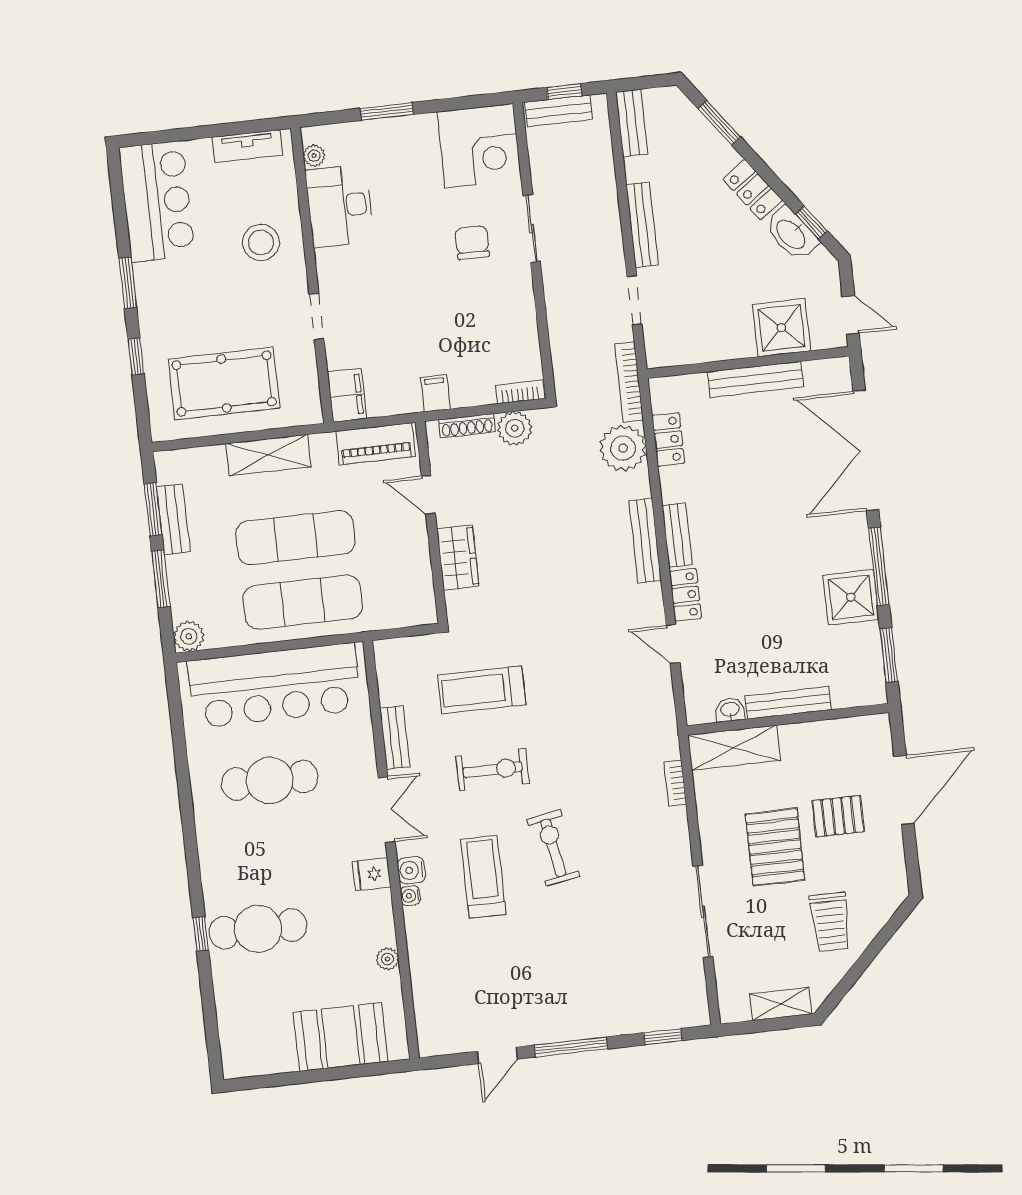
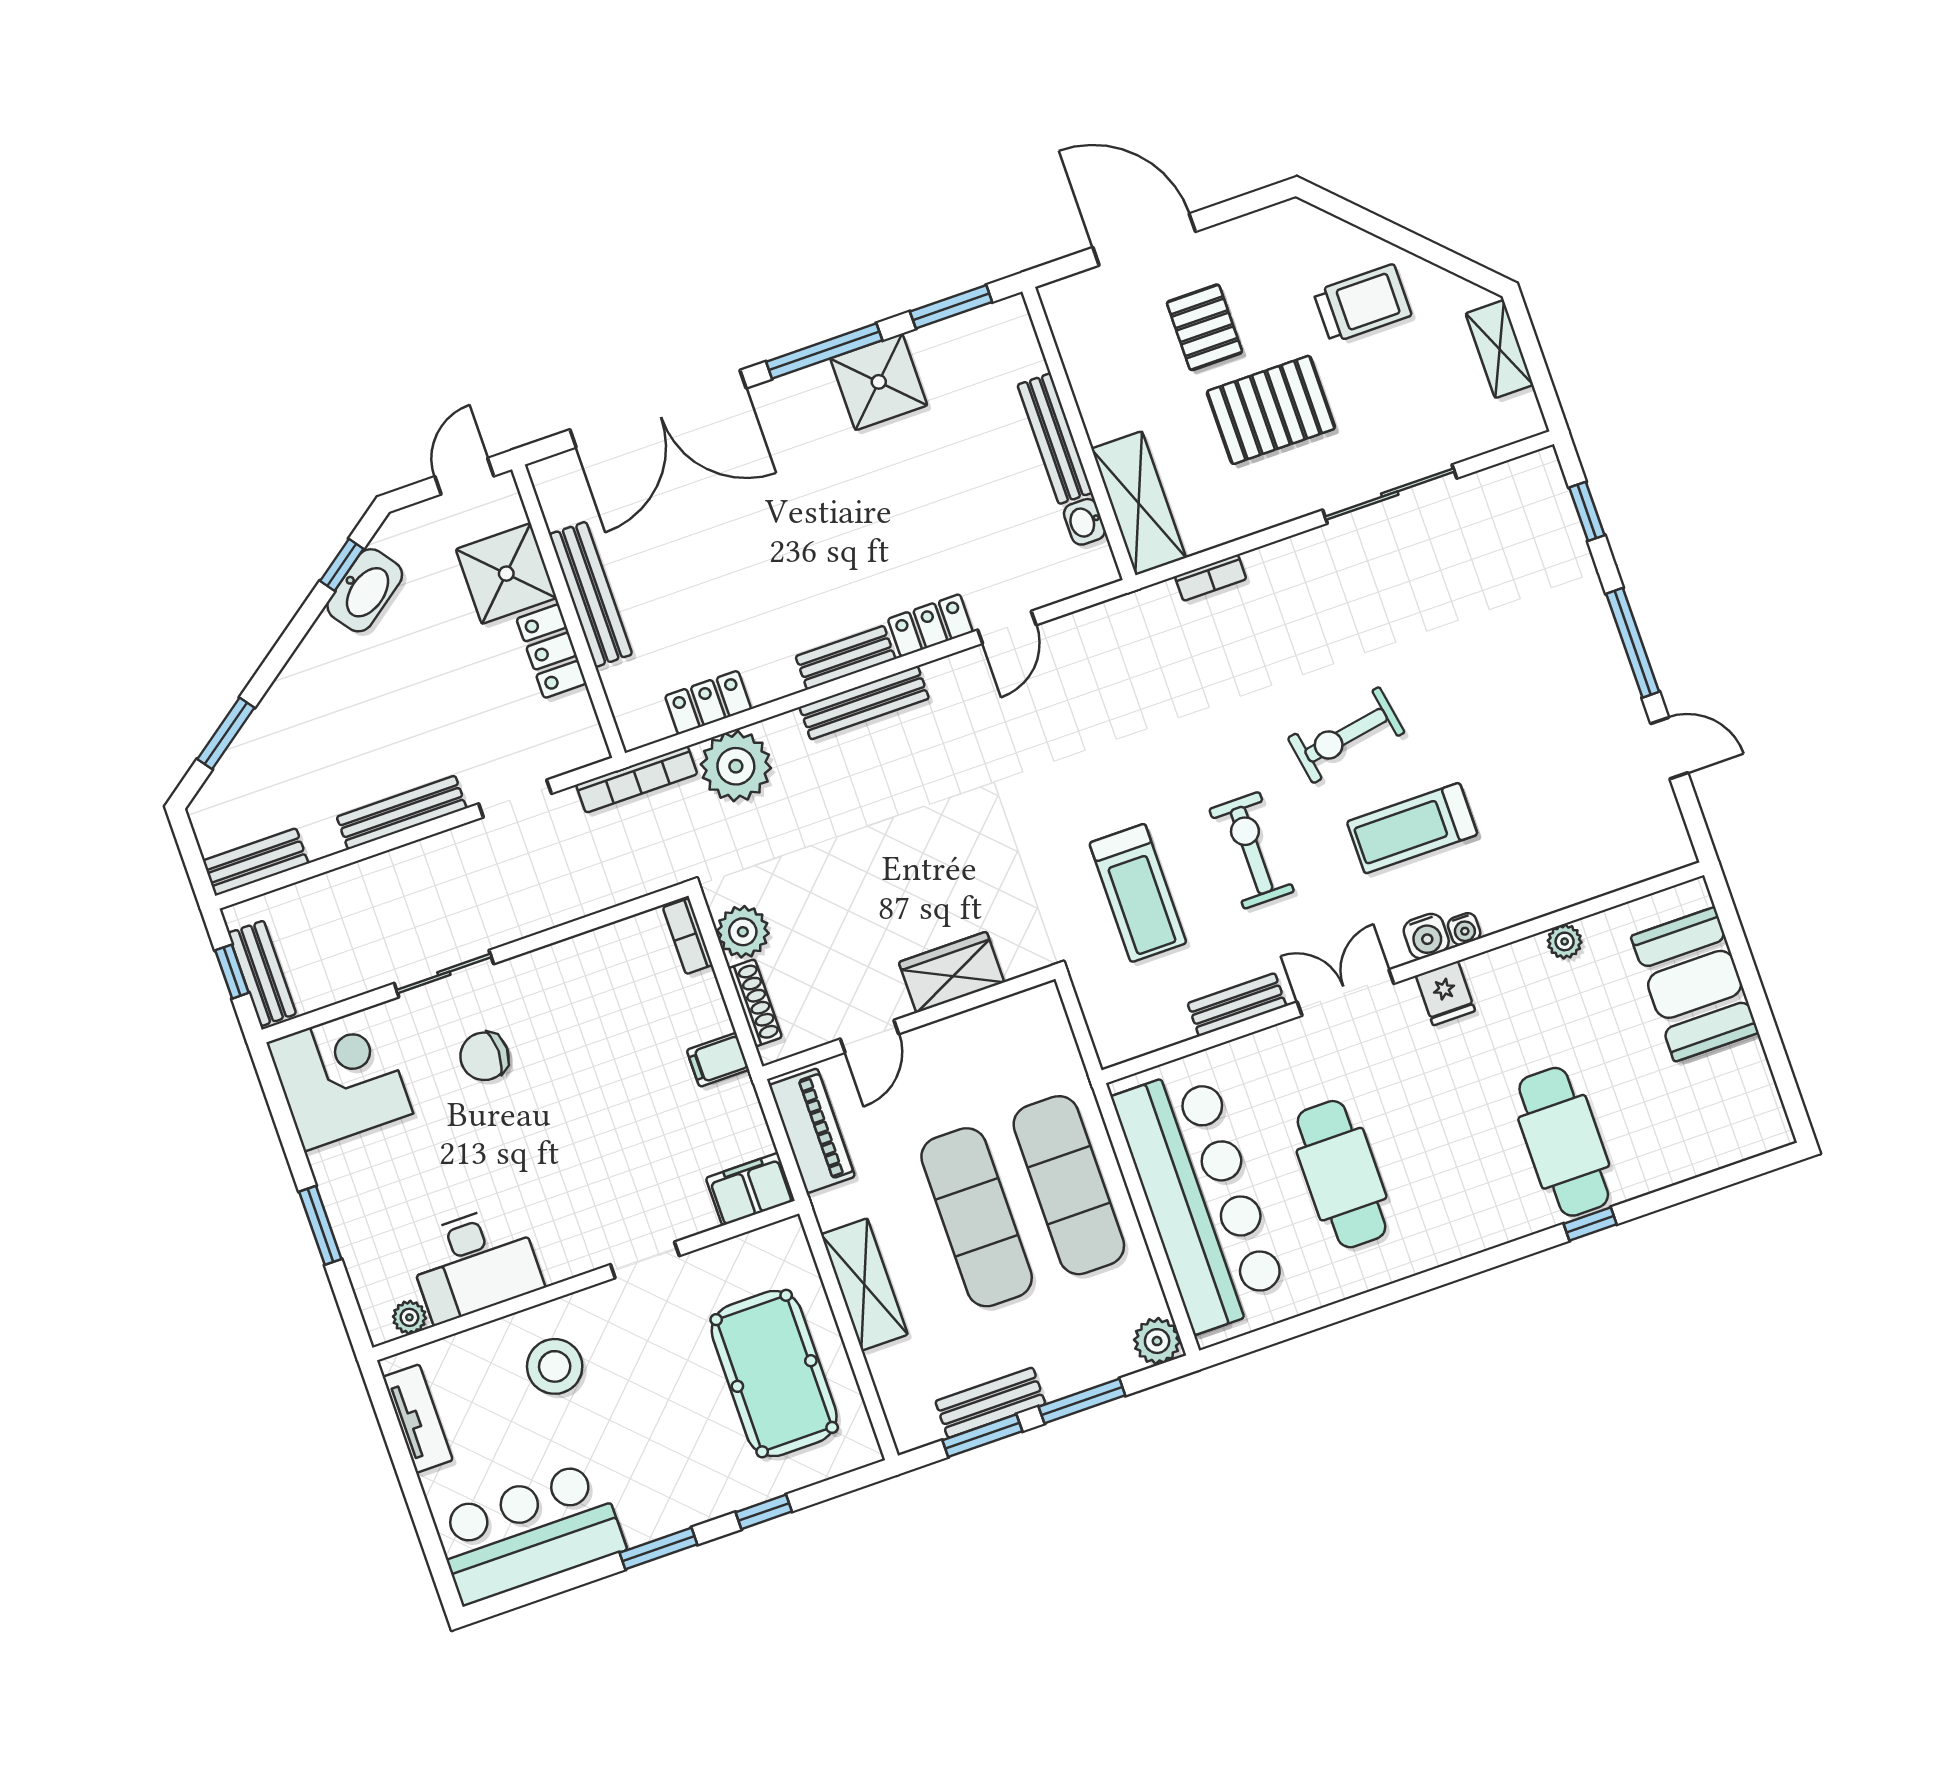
locker: (753, 190) -> (551, 651), moved, turned 126

